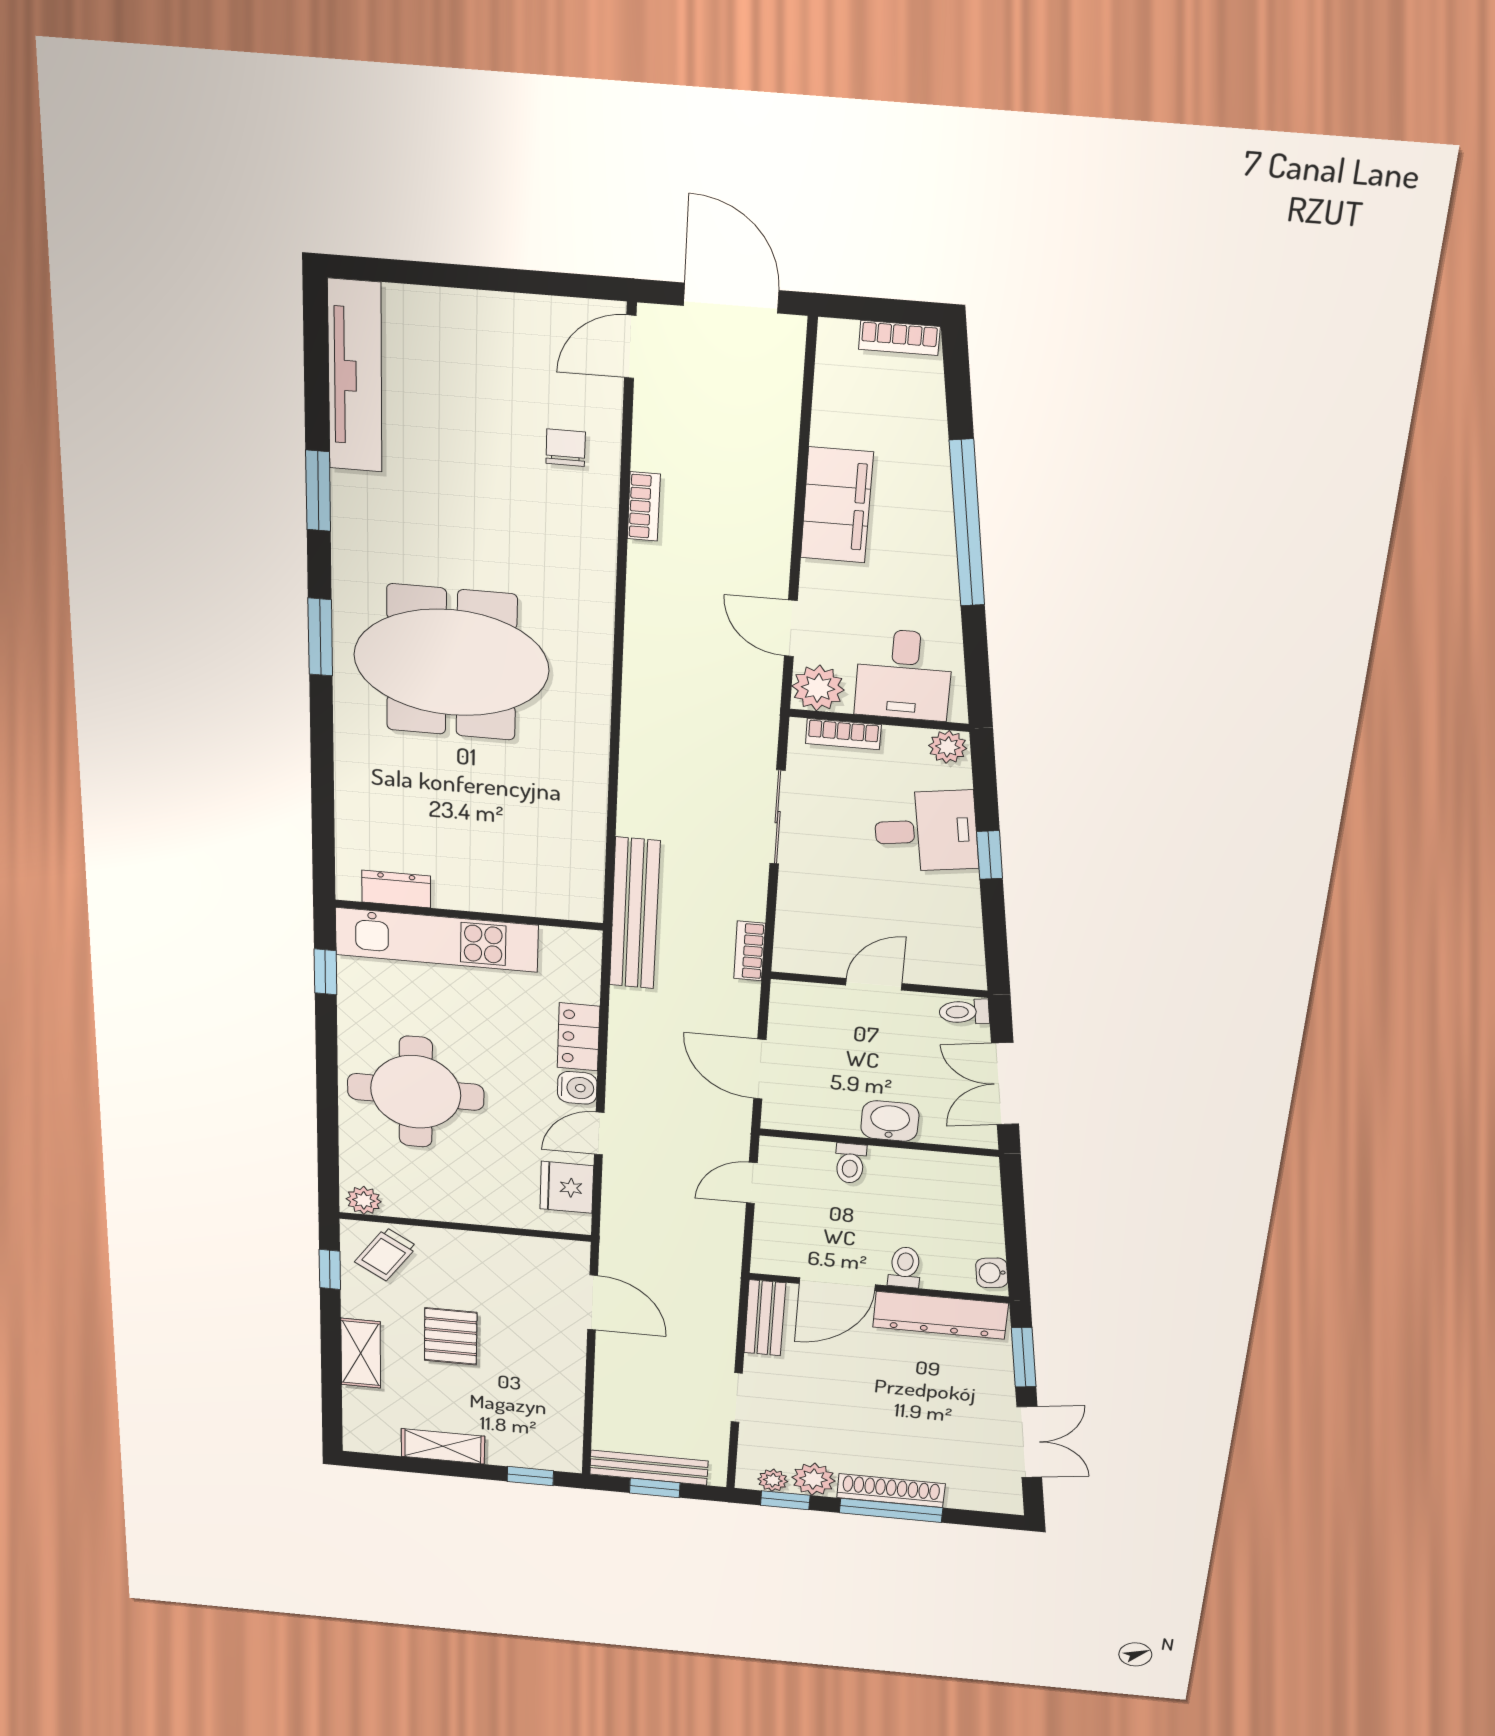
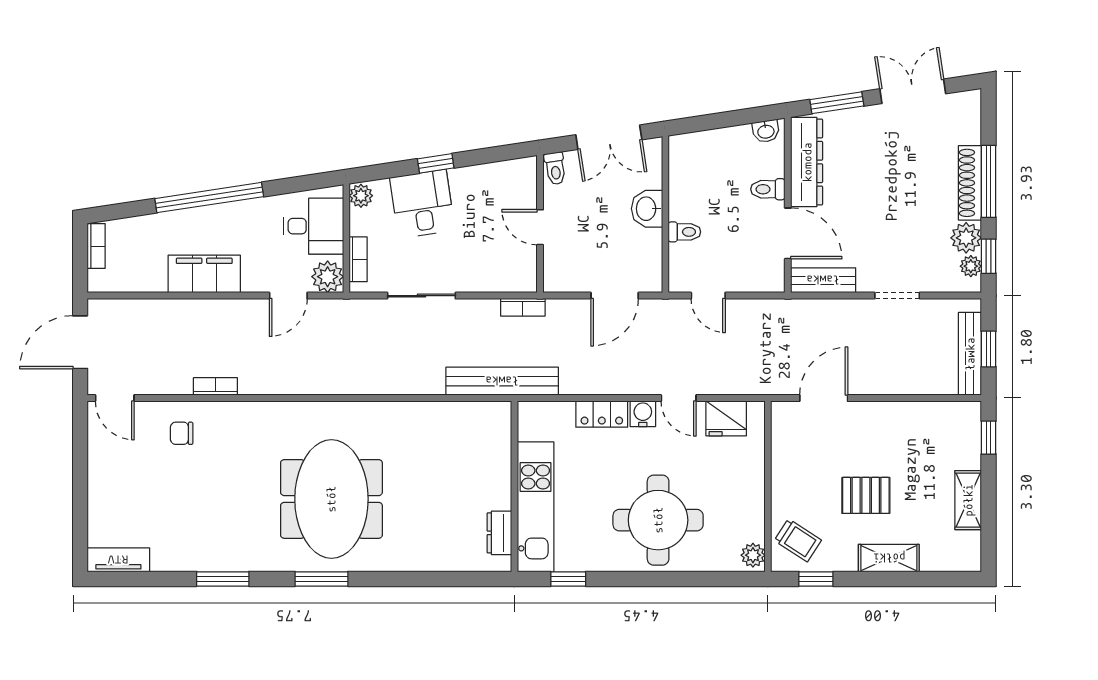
tv unit: (355, 376) -> (118, 560), width x0.52, depth x0.78

